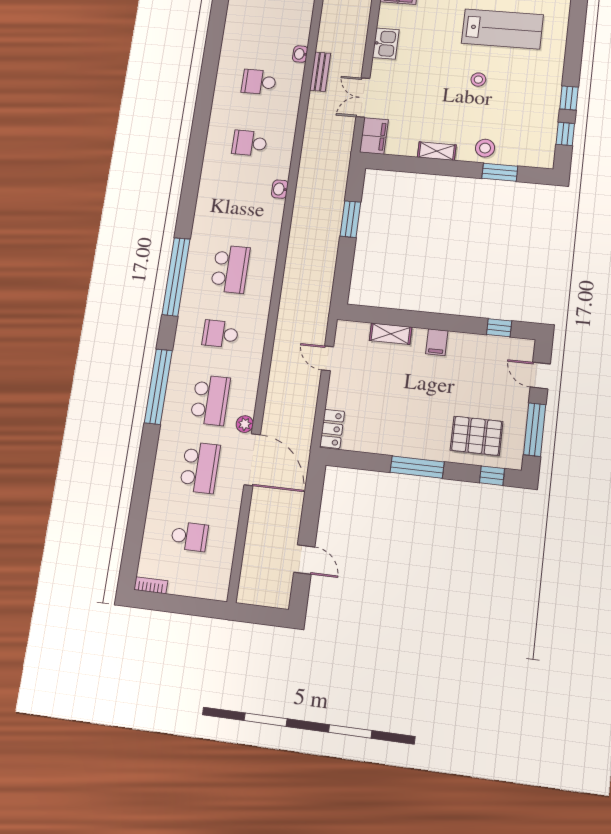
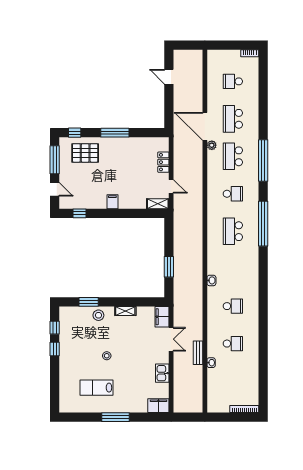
lab bench: (502, 29) -> (96, 388), width x0.73, depth x0.72
shelving: (391, 334) -> (158, 204), moved
locker: (332, 429) -> (163, 162), moved

